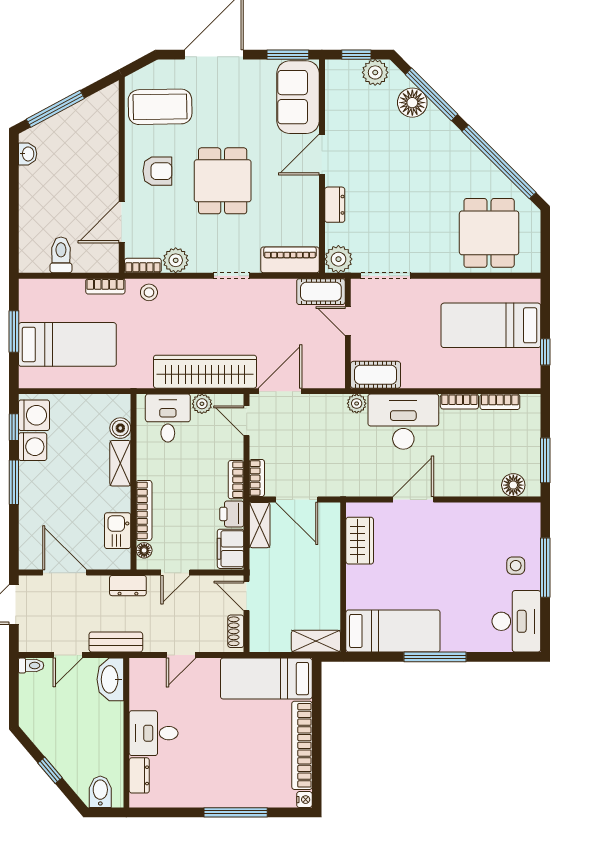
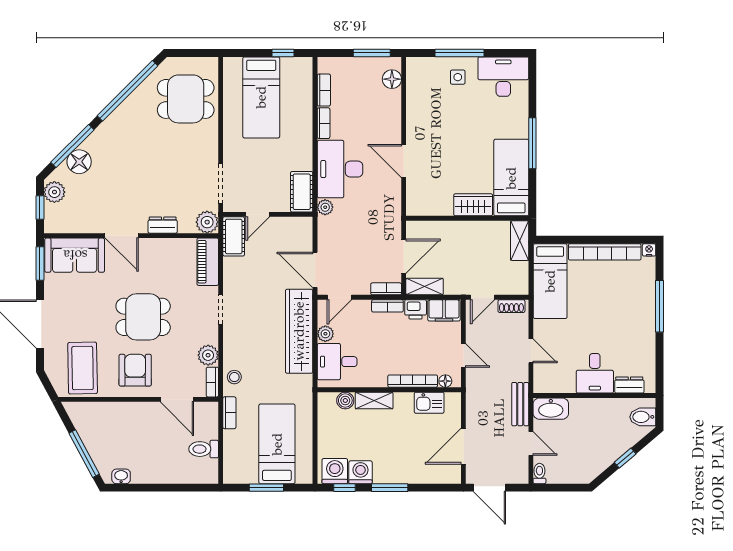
armchair: (157, 171) -> (135, 370), width x1.38, depth x1.38
wardrobe: (360, 541) -> (473, 205), moved
dresser: (128, 586) -> (474, 394), removed

